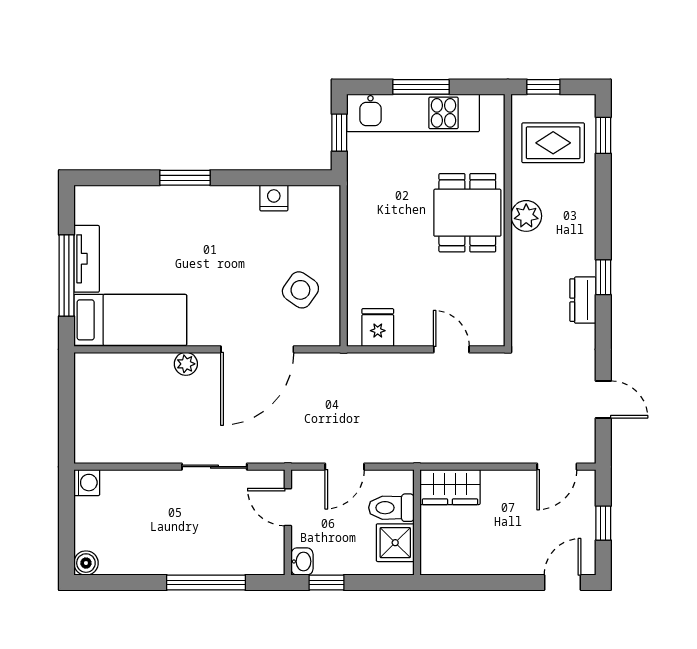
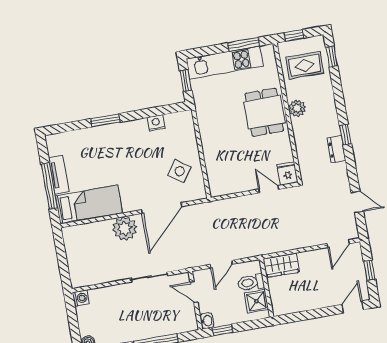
window: (421, 87) -> (244, 44), moved
fridge: (378, 328) -> (287, 173), moved
plant: (186, 364) -> (125, 229), width x1.87, depth x1.87

